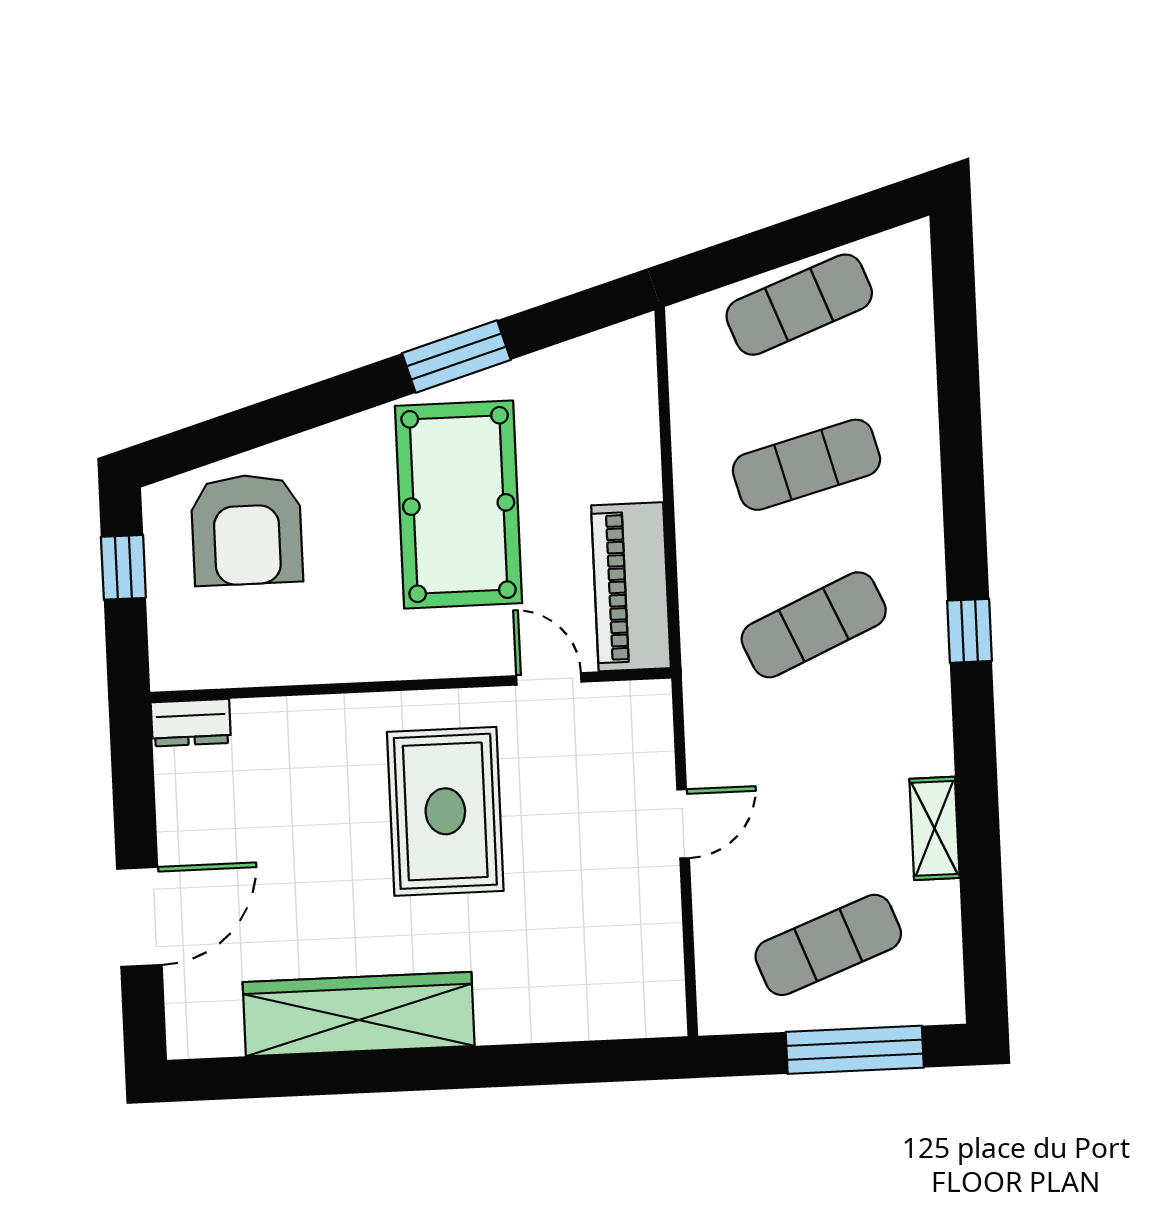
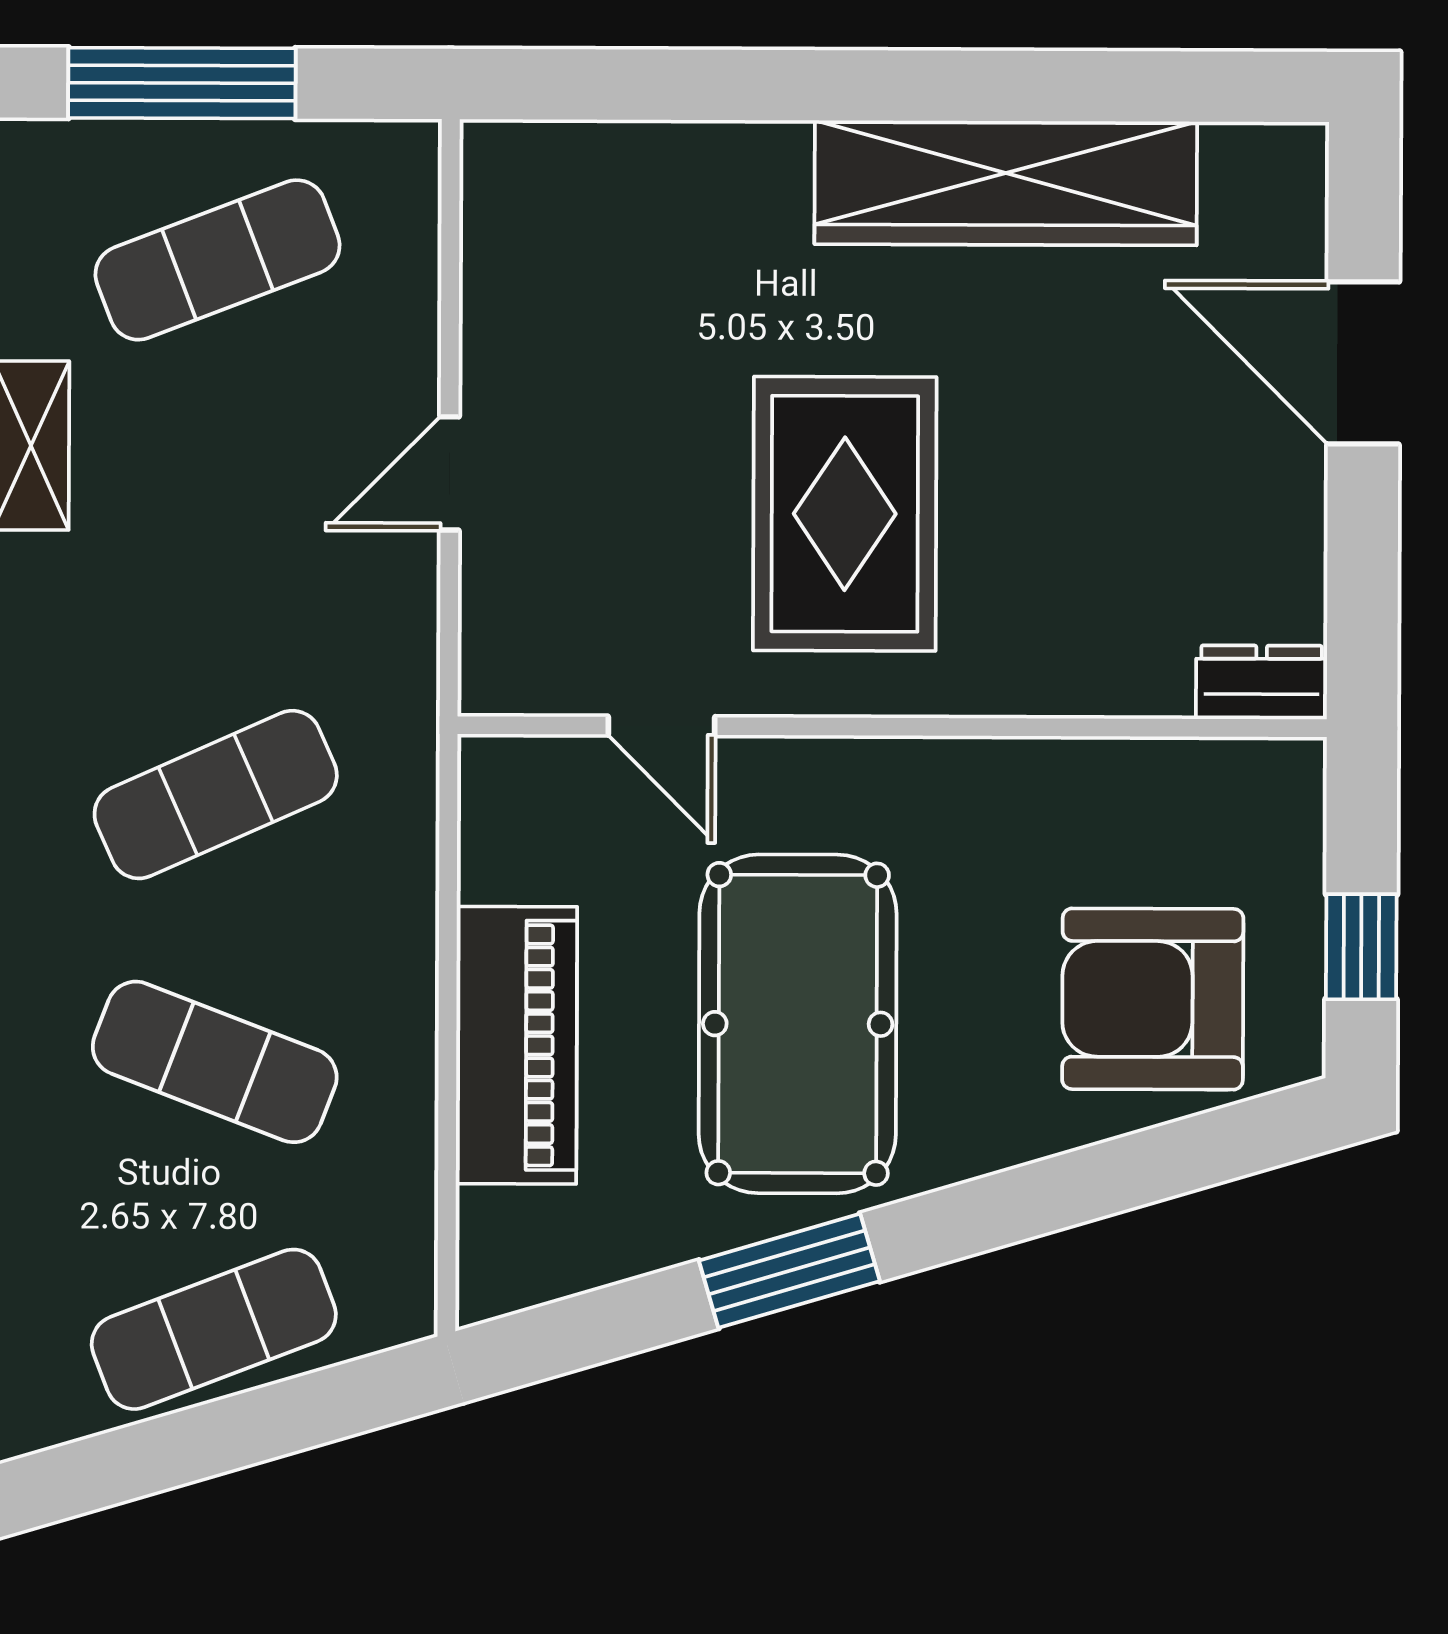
exercise mat: (806, 465) -> (215, 1062), turned 36
armchair: (247, 530) -> (1153, 999), turned -90
piano: (631, 587) -> (517, 1045), moved
door: (139, 917) -> (1363, 363), hinge flipped

